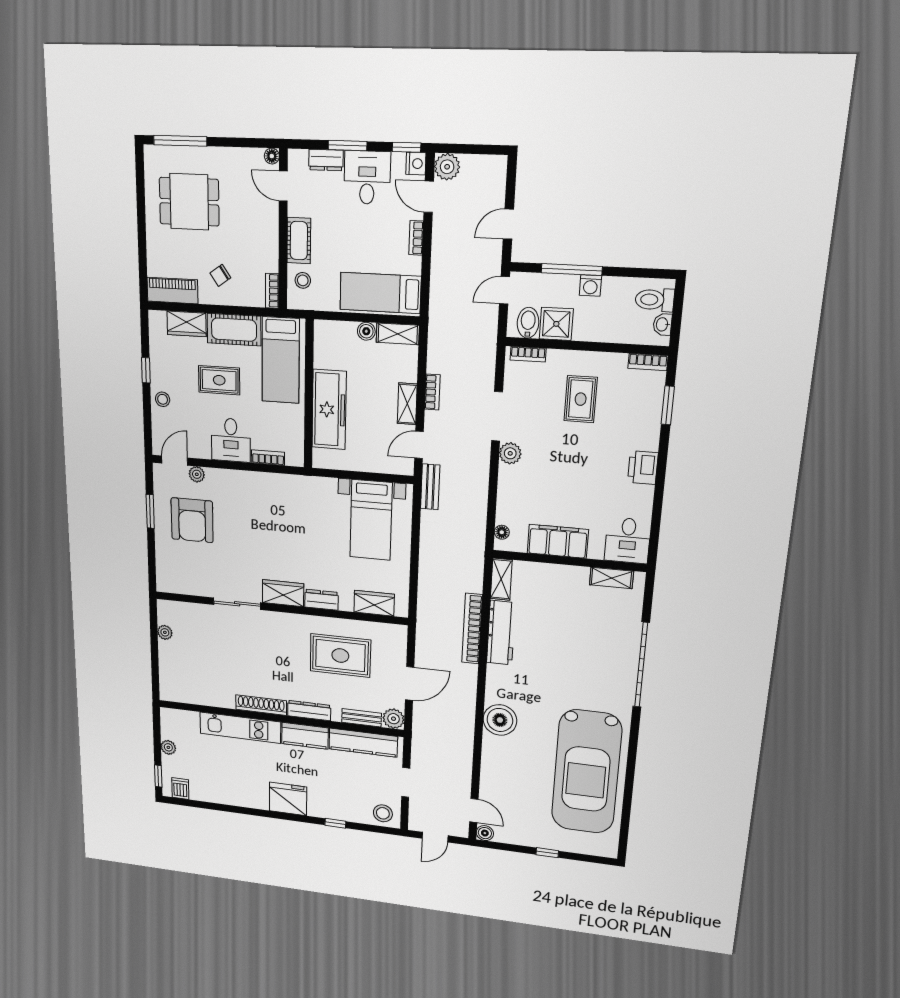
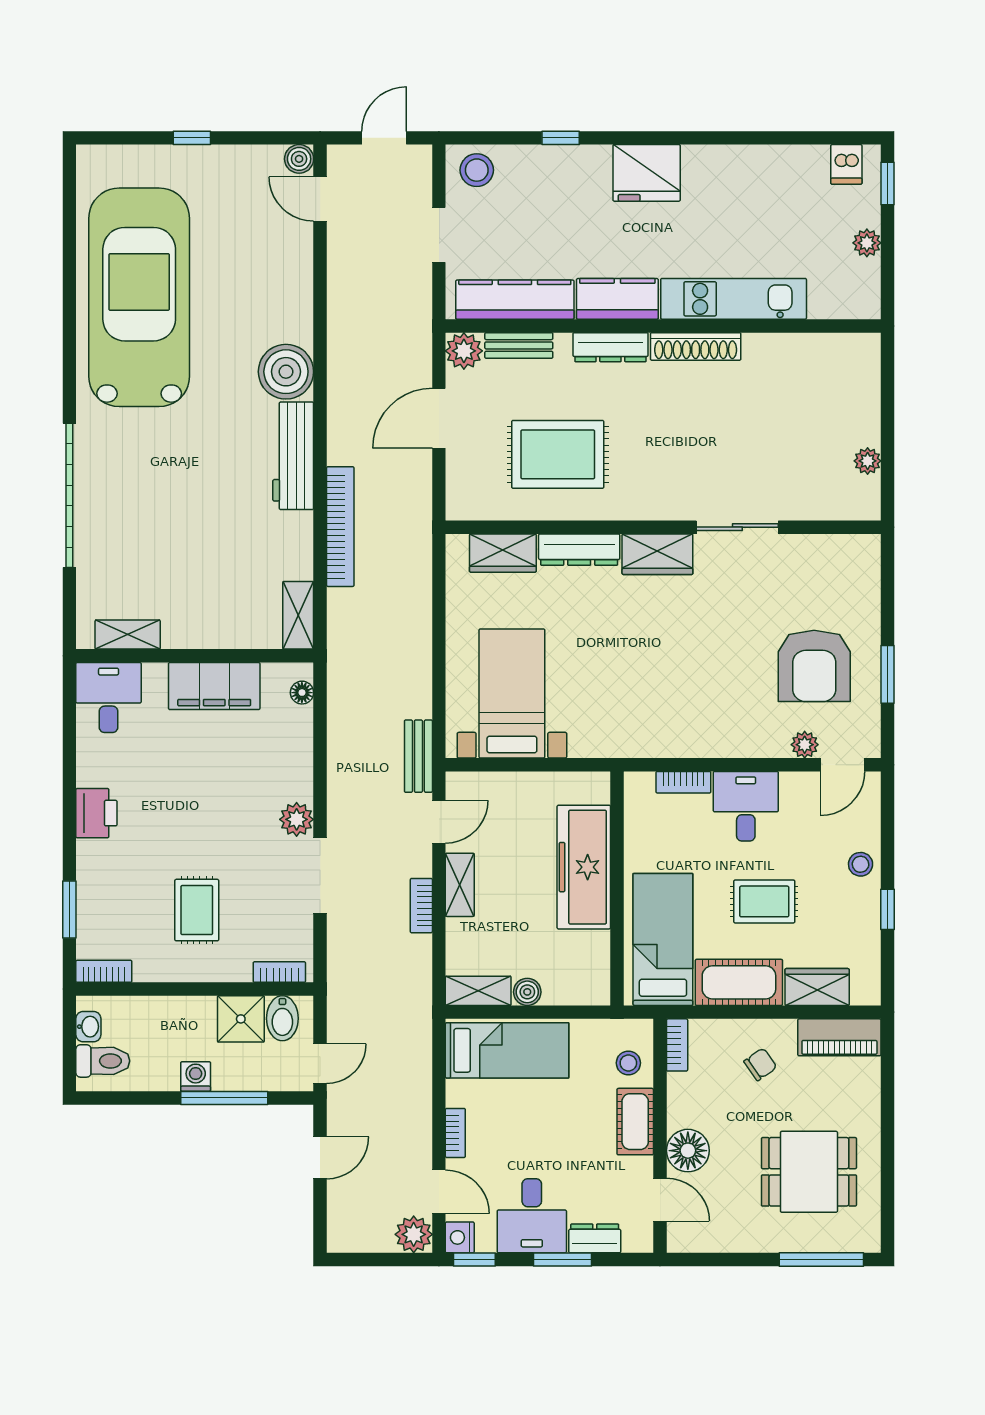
floor lamp: (272, 156) -> (688, 1151), moved, width x1.89, depth x1.89
armchair: (192, 520) -> (814, 666), turned 180
dresser: (322, 600) -> (579, 550), width x1.44
workbench: (501, 633) -> (293, 456), moved

